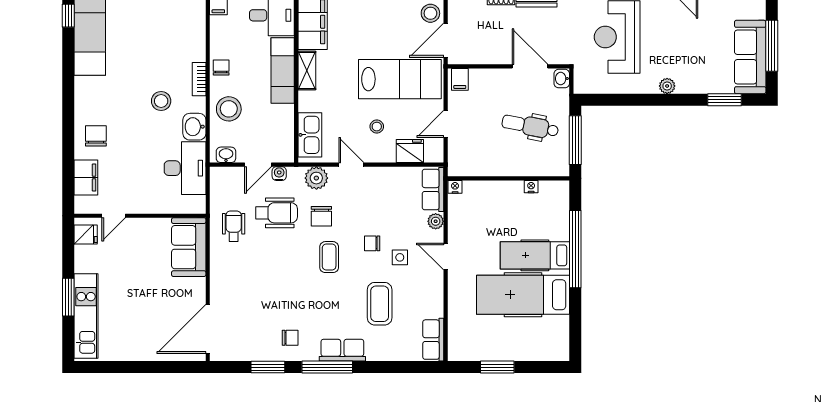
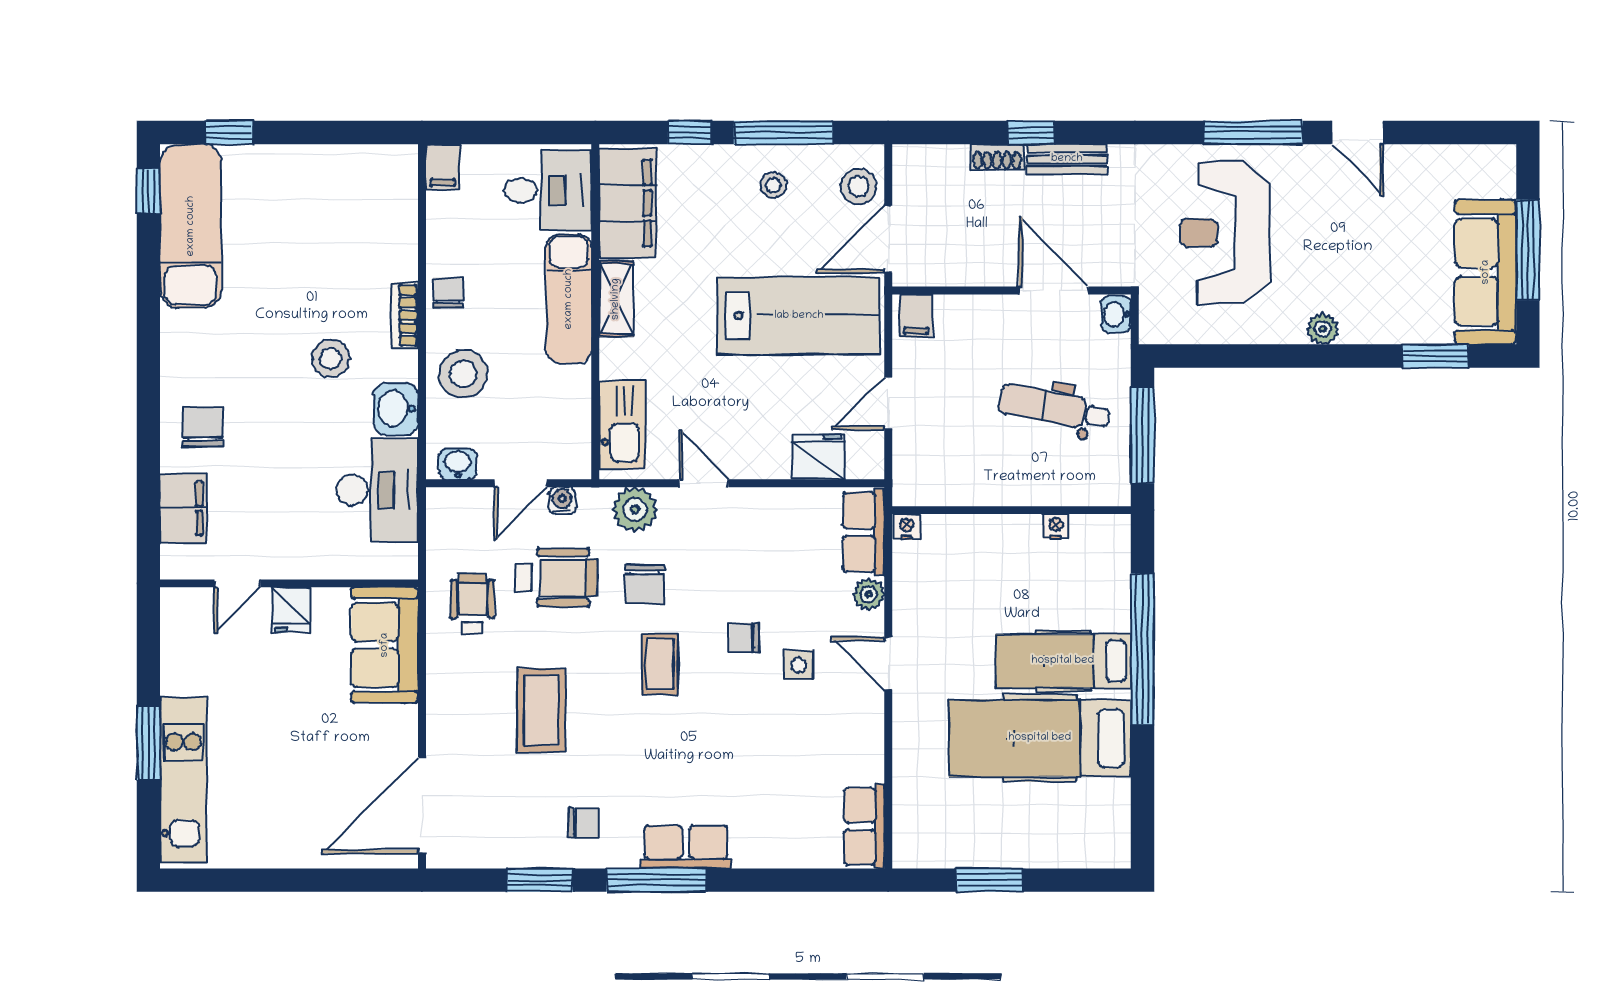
stool: (377, 127) -> (773, 185), moved
fridge: (86, 234) -> (291, 610), moved, turned 90
coffee table: (380, 304) -> (541, 710), moved

